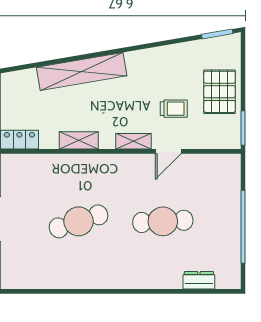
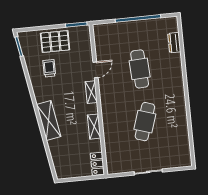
shelving: (82, 72) -> (49, 121), width x0.68
trolley: (174, 109) -> (49, 68), moved
door: (168, 151) -> (95, 70), hinge flipped
cafe table: (79, 221) -> (145, 122), turned 36

